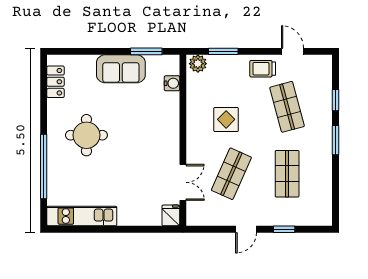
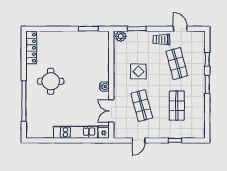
sofa: (121, 69) -> (72, 40), removed
locker: (55, 82) -> (31, 48), width x1.53
water cooler: (172, 83) -> (104, 86), moved
shop shelf: (231, 174) -> (142, 106), turned -39
double door: (183, 182) -> (111, 111), swing flipped
kitchen unit: (82, 216) -> (75, 132), moved
door: (246, 229) -> (139, 140), moved

